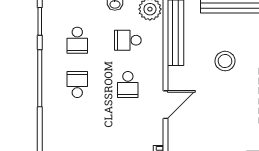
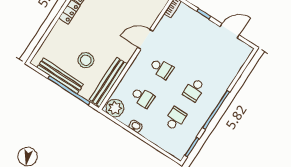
stool: (225, 61) -> (86, 60), moved
school desk: (128, 85) -> (161, 68), turned 90

